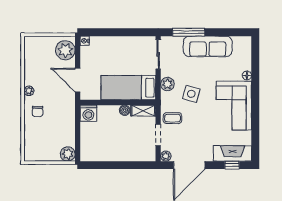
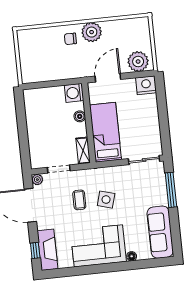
nightstand: (85, 41) -> (146, 85), width x1.89, depth x1.79
sofa: (208, 46) -> (160, 232), moved
plant: (167, 84) -> (114, 173), removed
plant: (29, 91) -> (92, 32), width x1.88, depth x1.88
boiler: (125, 110) -> (80, 116), moved
coffee table: (172, 118) -> (79, 200), moved
plant: (68, 154) -> (29, 76), removed

